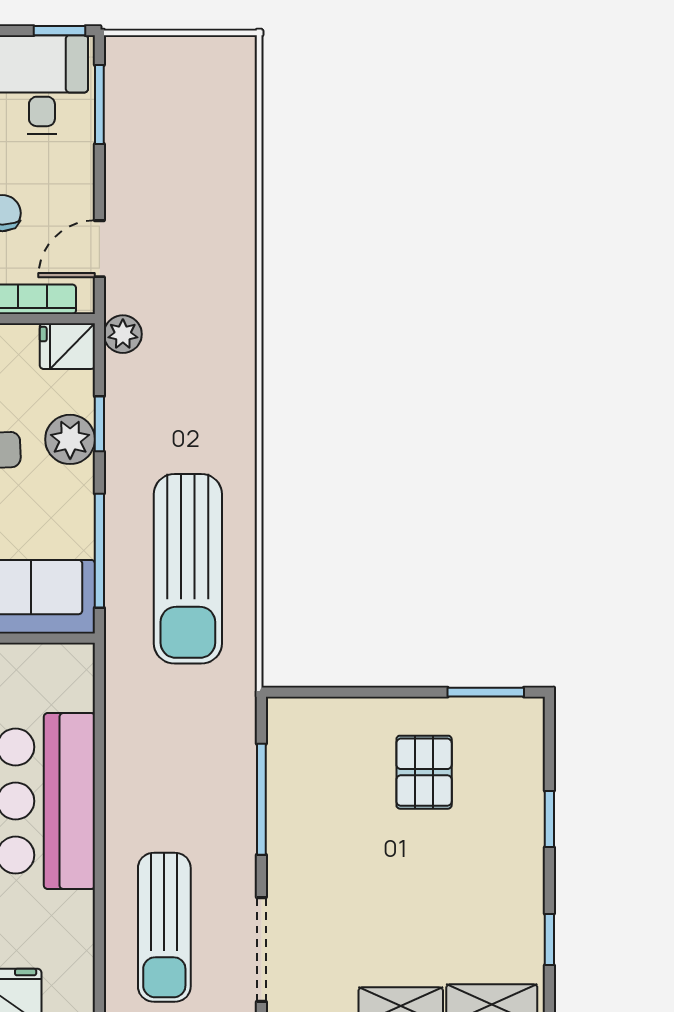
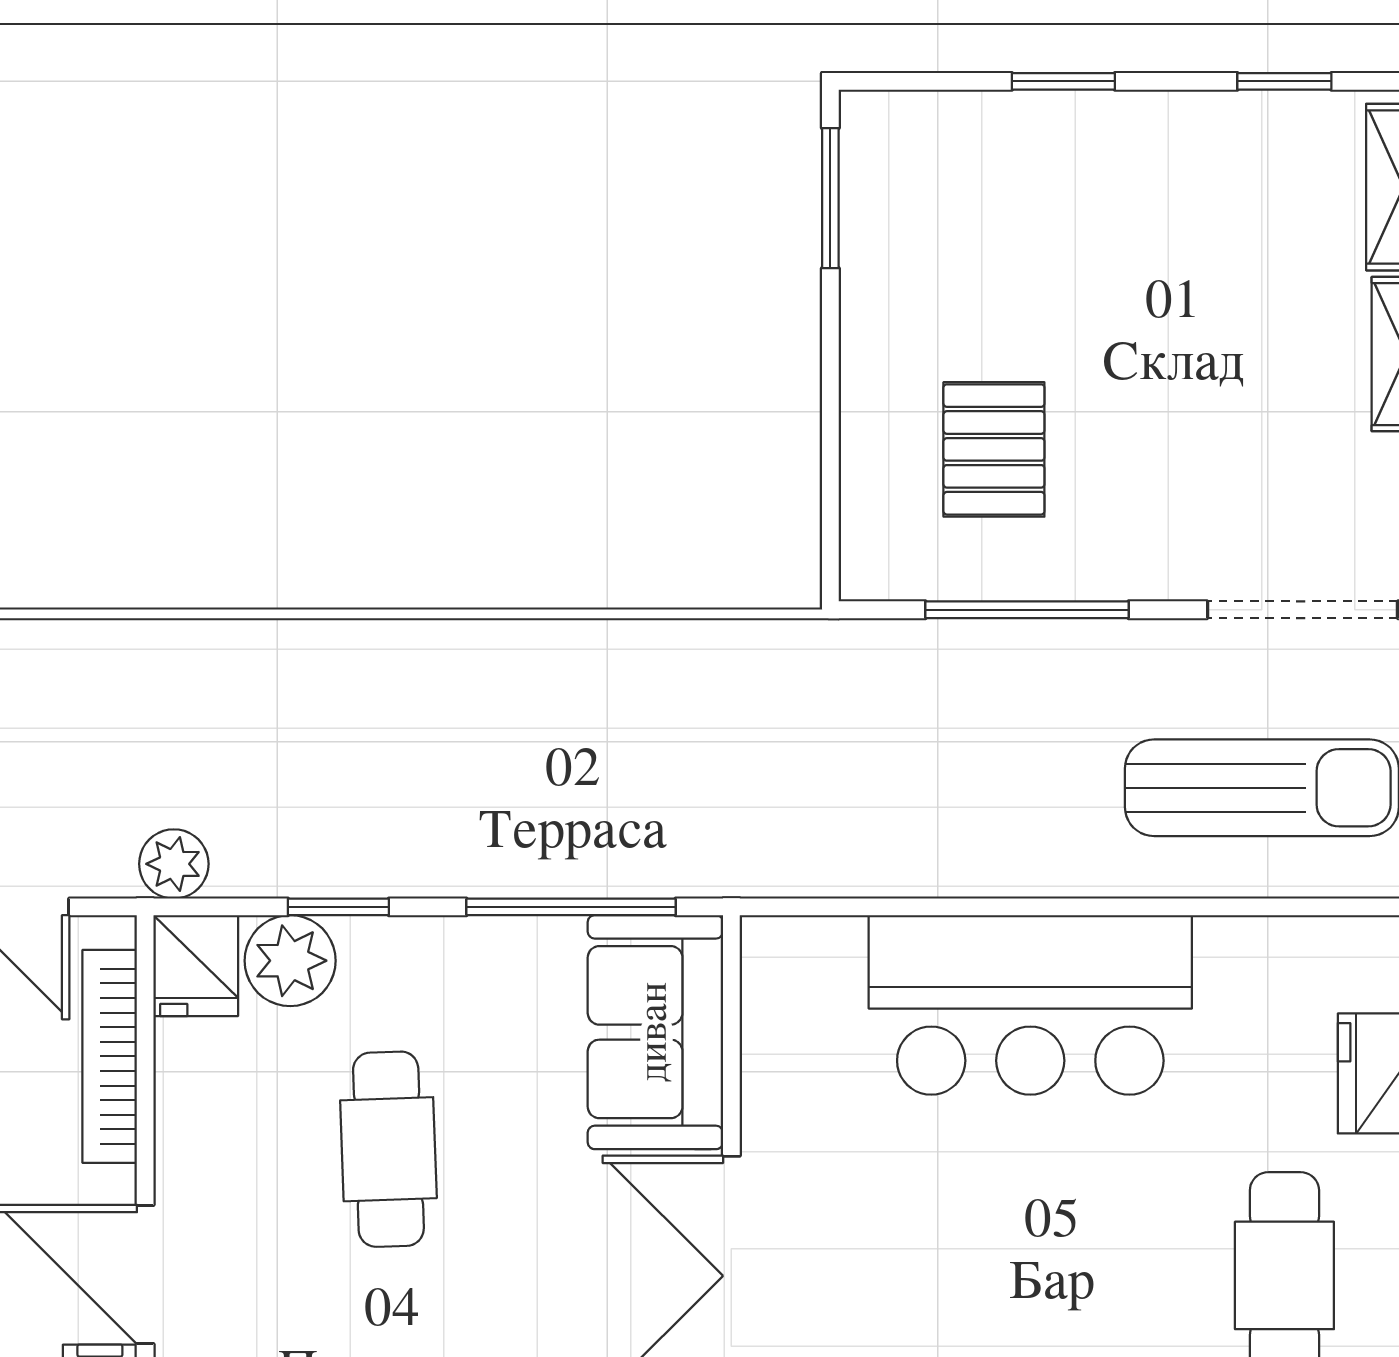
plant: (70, 439) -> (290, 961), moved
sun lounger: (188, 569) -> (604, 745), removed
pallet: (424, 772) -> (994, 449), moved, turned 90

